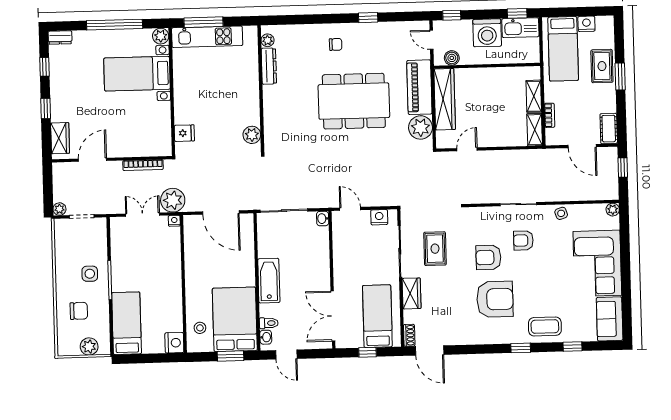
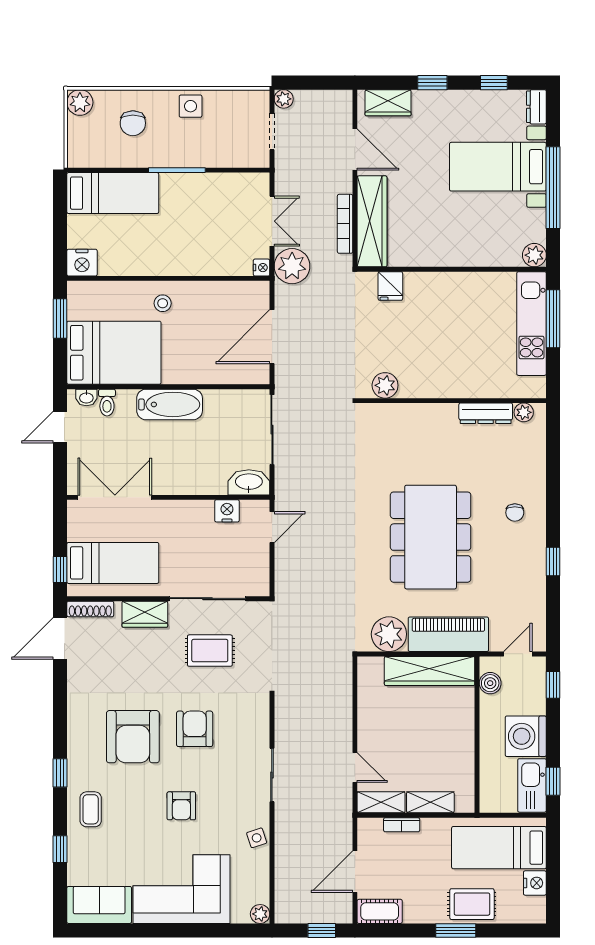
bed with nightstands: (137, 74) -> (498, 167), moved, turned -90
wardrobe: (141, 147) -> (372, 221), added
door: (467, 149) -> (355, 768), moved
nightstand: (379, 217) -> (227, 511), moved, turned -90
washbasin: (323, 219) -> (249, 482), width x1.91, depth x1.45
armchair: (523, 240) -> (181, 806), moved, turned 180
side table: (90, 274) -> (191, 106), moved
coffee table: (545, 326) -> (91, 809), width x0.73, depth x0.77
stool: (200, 328) -> (163, 303), moved
shoe rack: (409, 335) -> (90, 609), width x1.43
plant: (89, 347) -> (80, 102), moved
window: (367, 352) -> (60, 569), moved
window: (230, 356) -> (60, 318), moved

